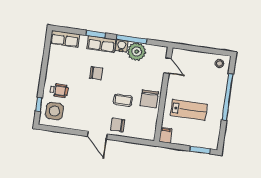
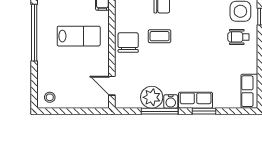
row of seats: (65, 39) -> (249, 91), moved, turned -90
chair: (96, 73) -> (197, 64), removed
window: (228, 97) -> (34, 33), moved
lab bench: (189, 110) -> (79, 36), turned 180

